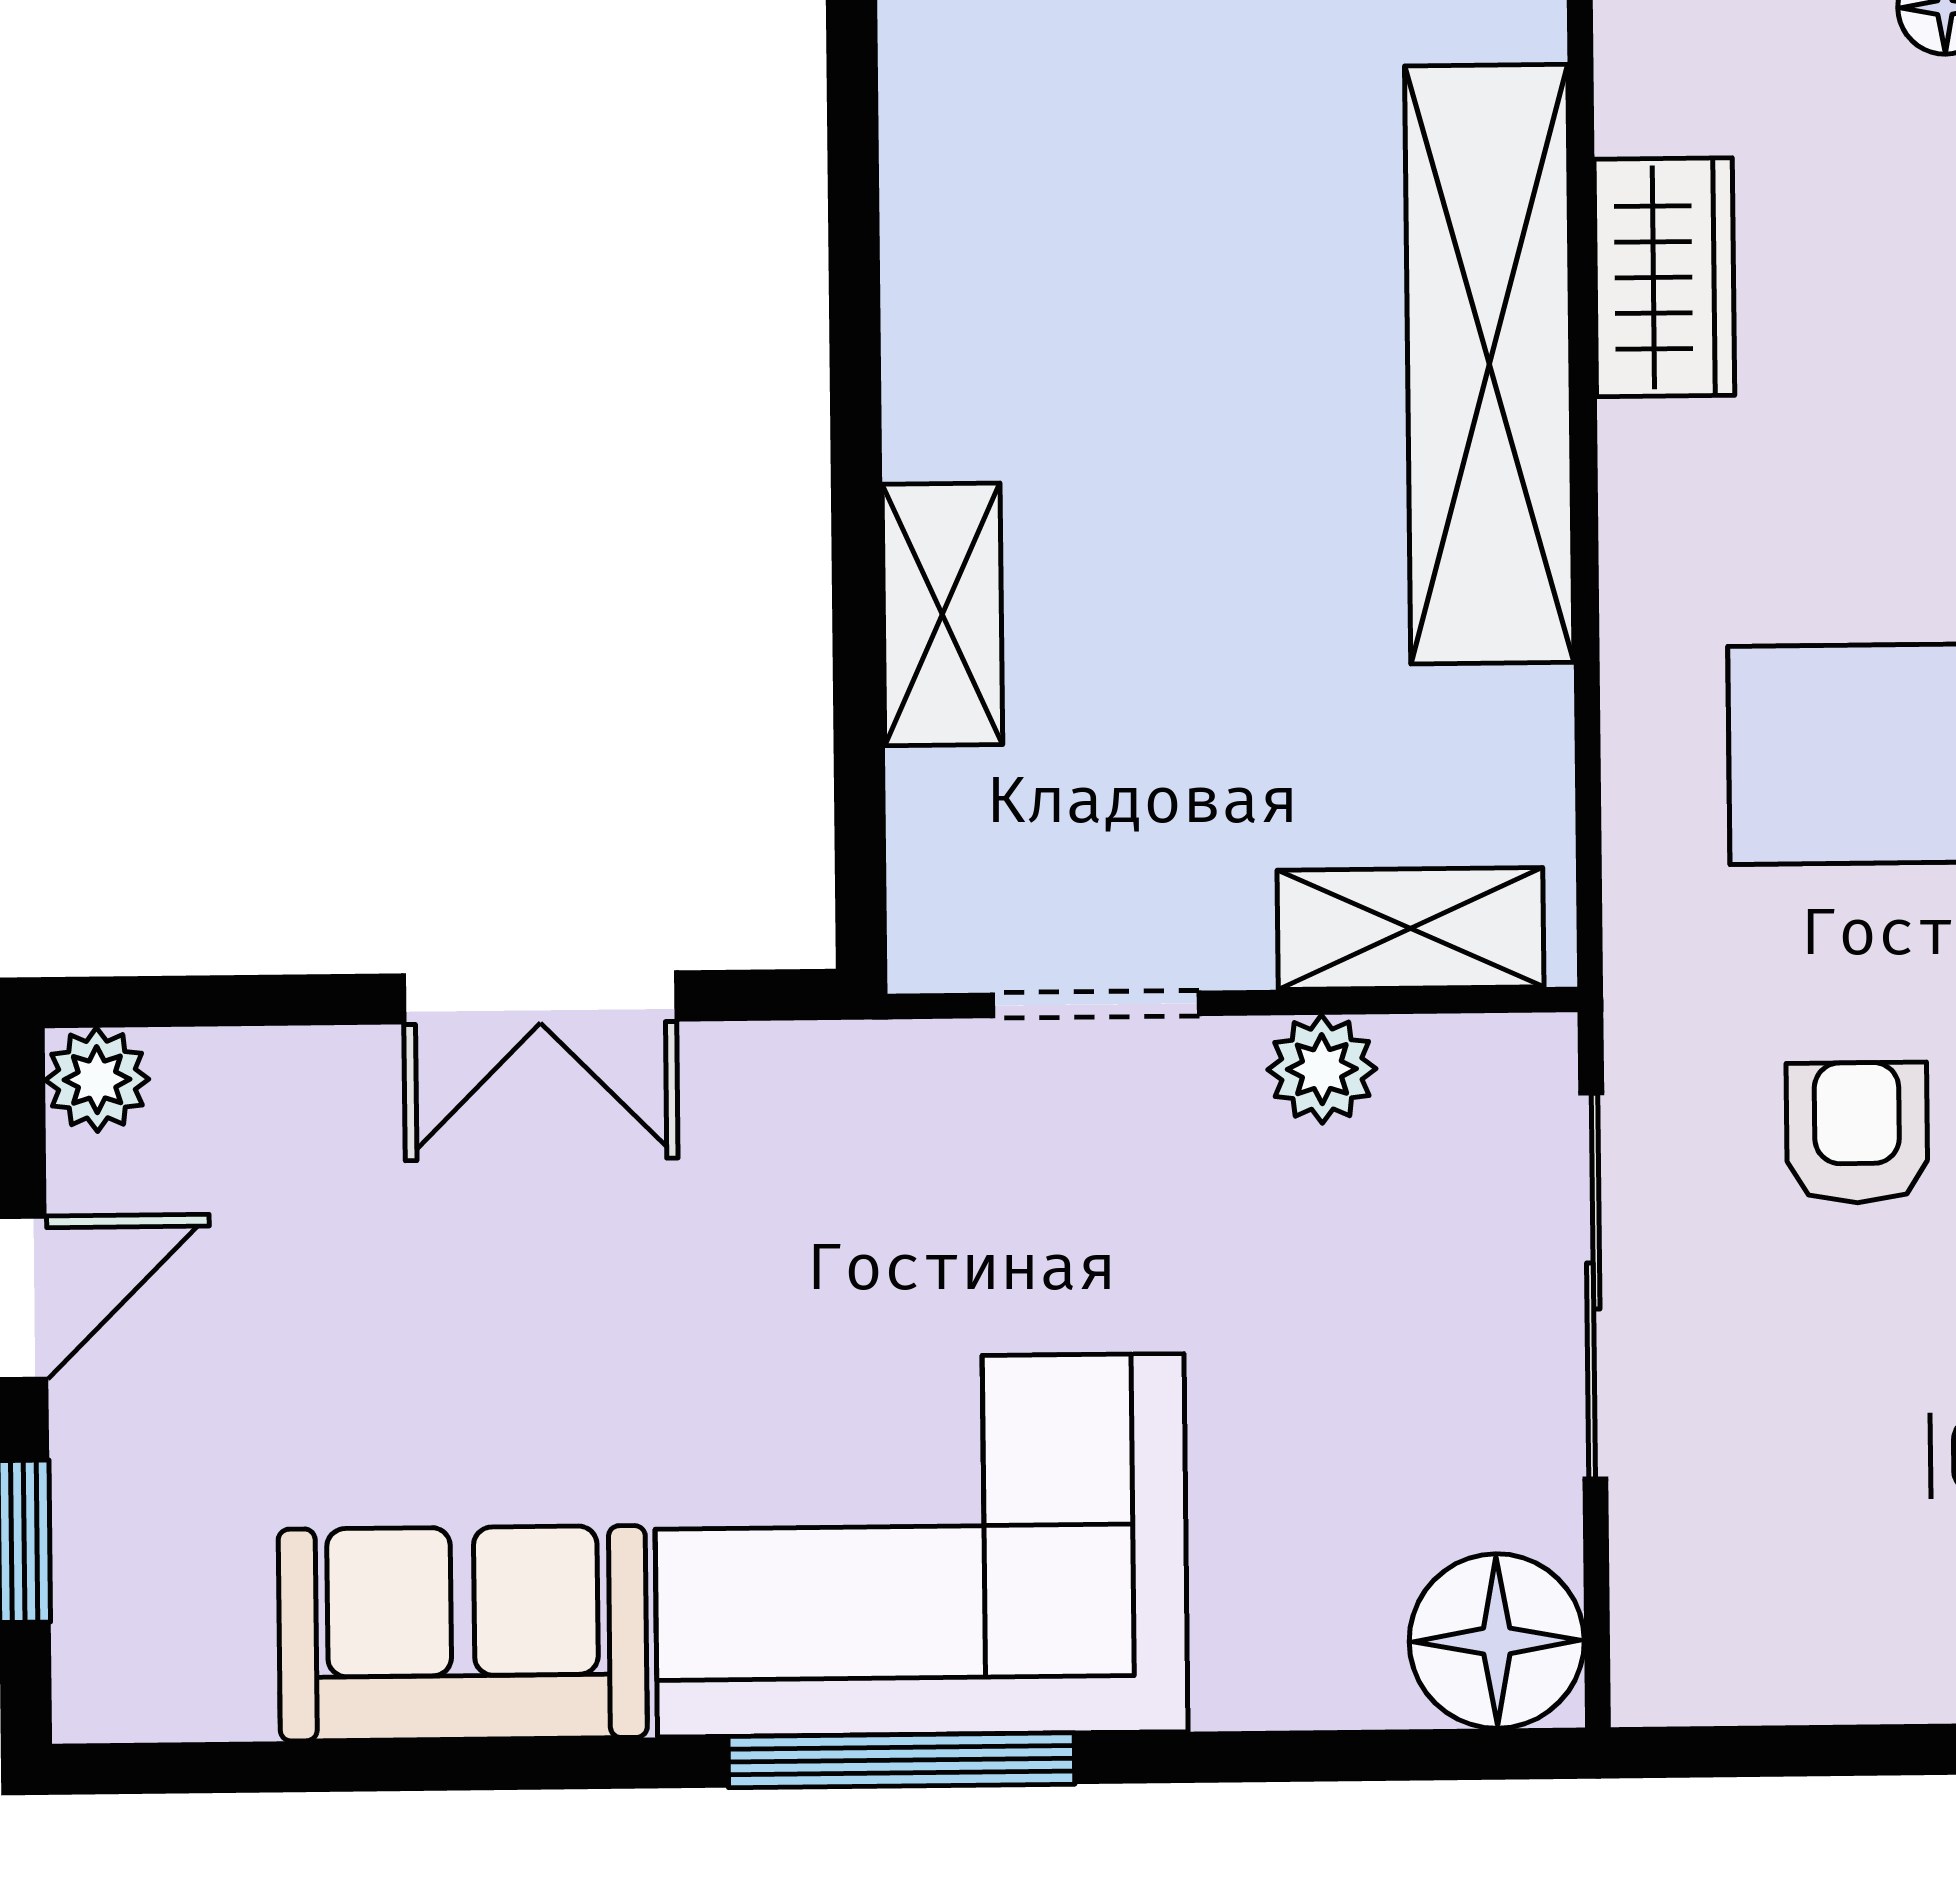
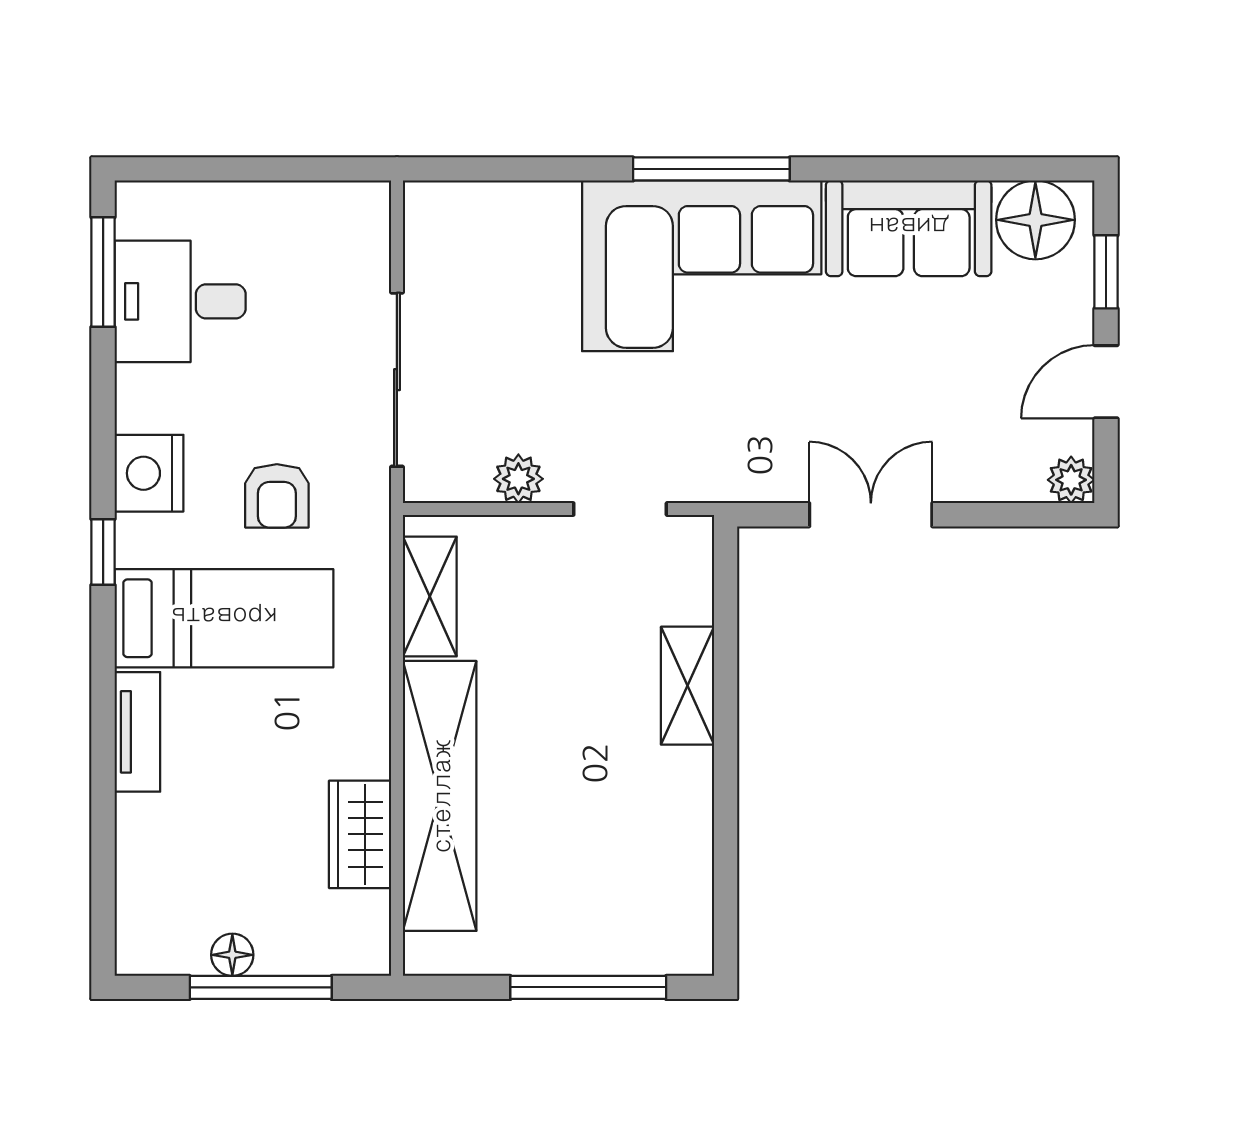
shelving: (1410, 929) -> (430, 596), moved, turned 90
armchair: (1857, 1133) -> (277, 496), moved
floor lamp: (1497, 1641) -> (1035, 220), moved

